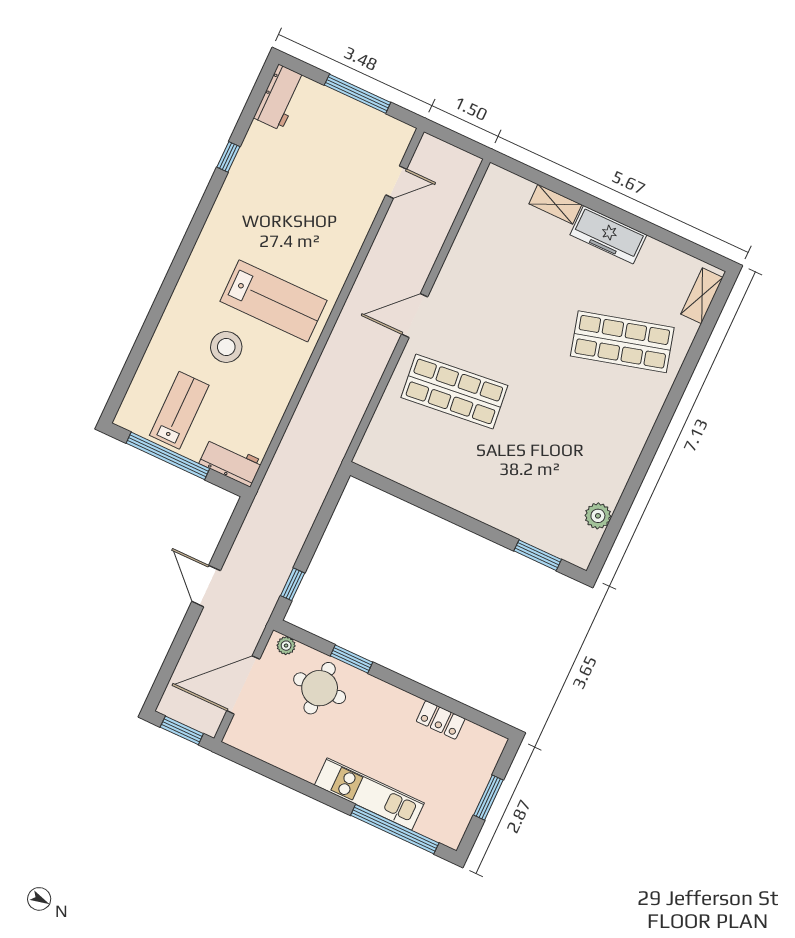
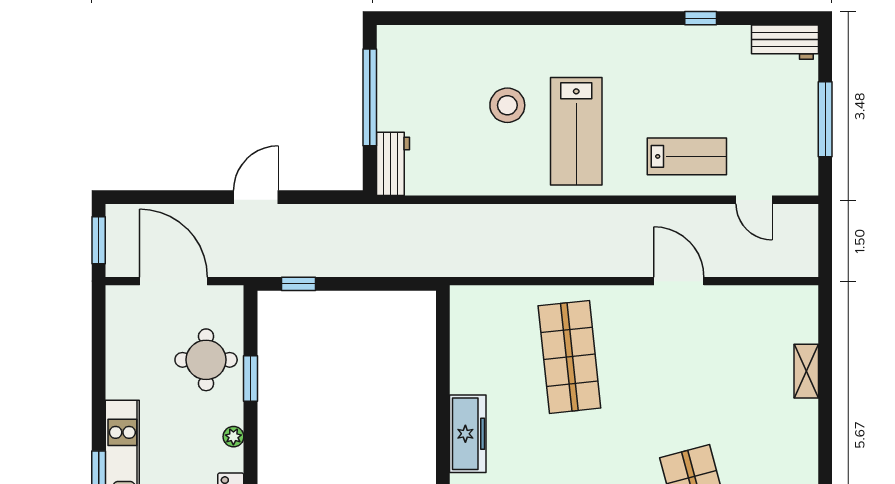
freezer: (608, 235) -> (468, 434), moved, turned 180
door: (415, 316) -> (679, 281), moved
lab bench: (179, 410) -> (687, 156), moved
plant: (286, 646) -> (233, 437), moved

